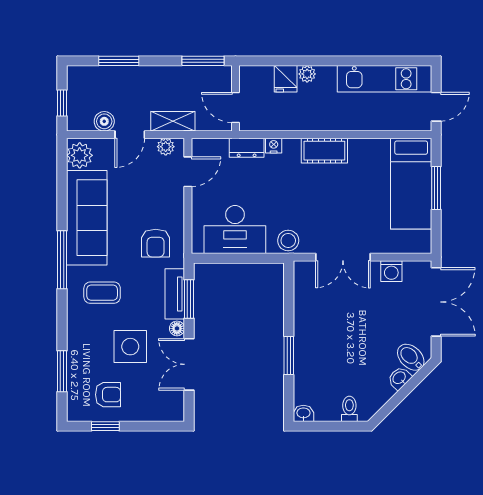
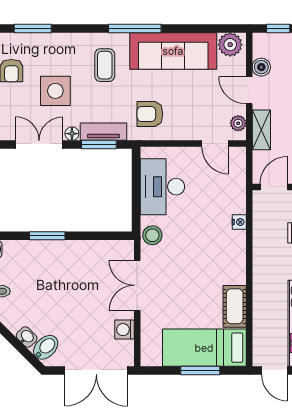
dresser: (247, 148) -> (237, 197), removed
cot: (324, 151) -> (235, 306), moved

